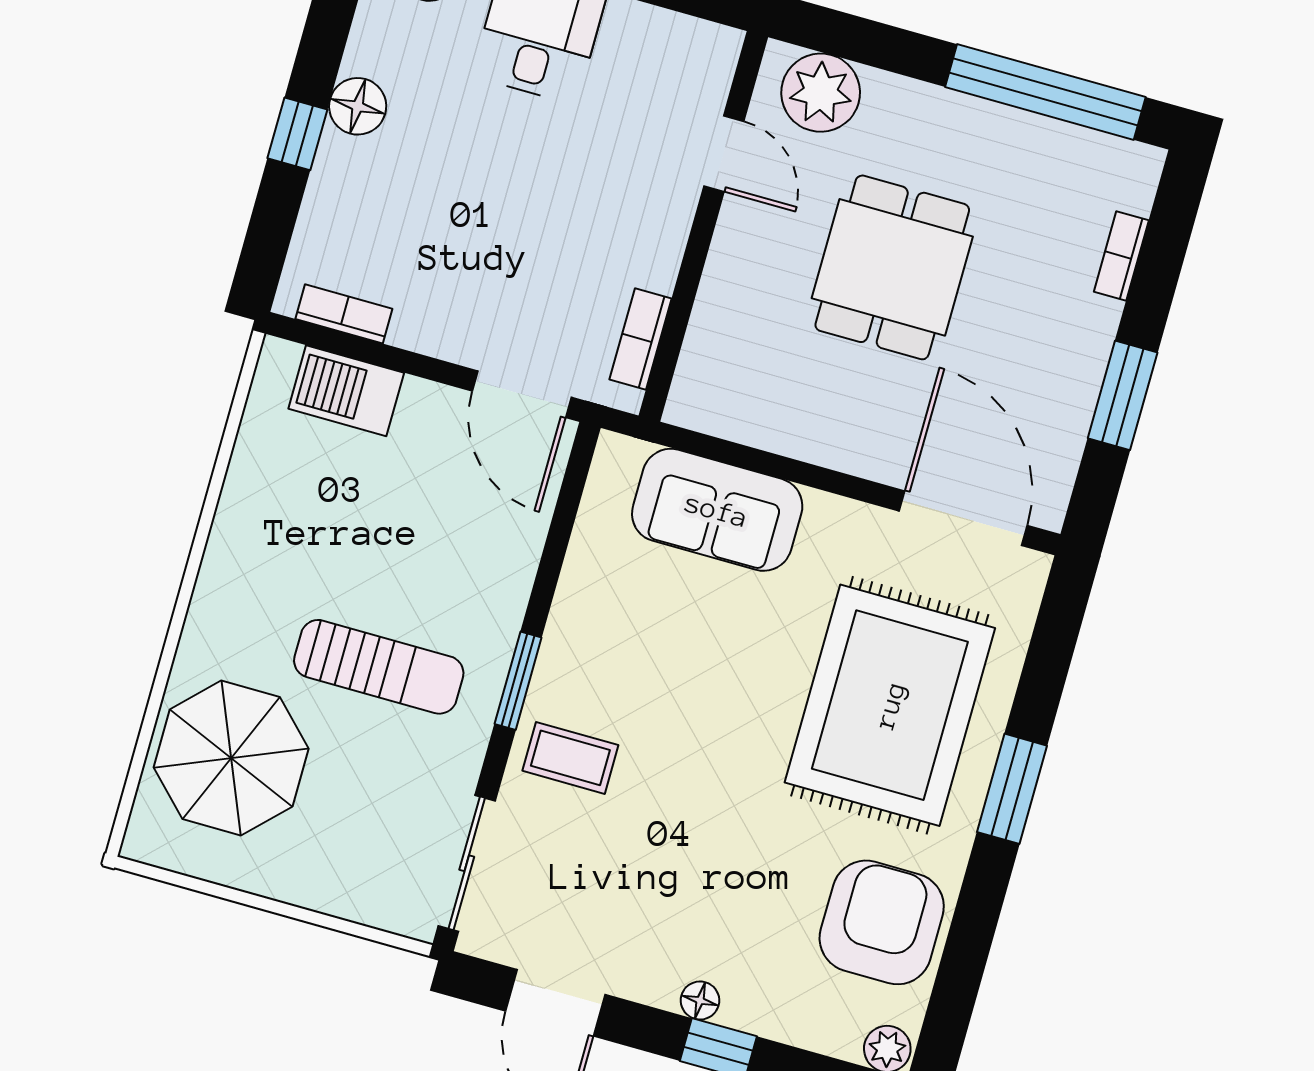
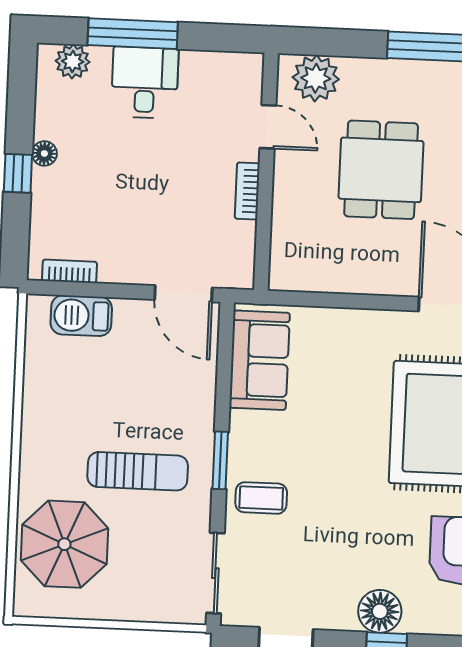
floor lamp: (358, 106) -> (44, 153), width x0.73, depth x0.73
bookcase: (641, 339) -> (247, 191), moved
sofa: (717, 510) -> (260, 360), moved, turned -90
floor lamp: (700, 1000) -> (380, 611), width x1.89, depth x1.89

